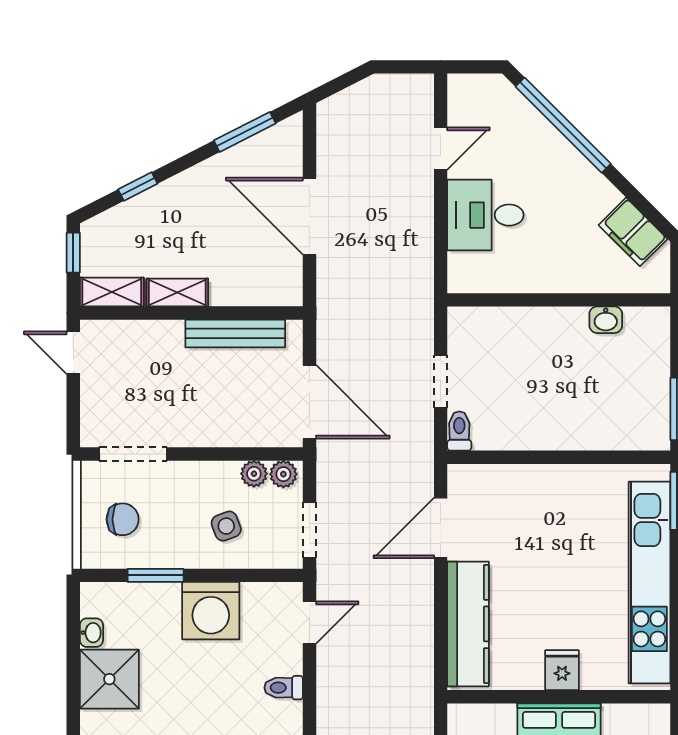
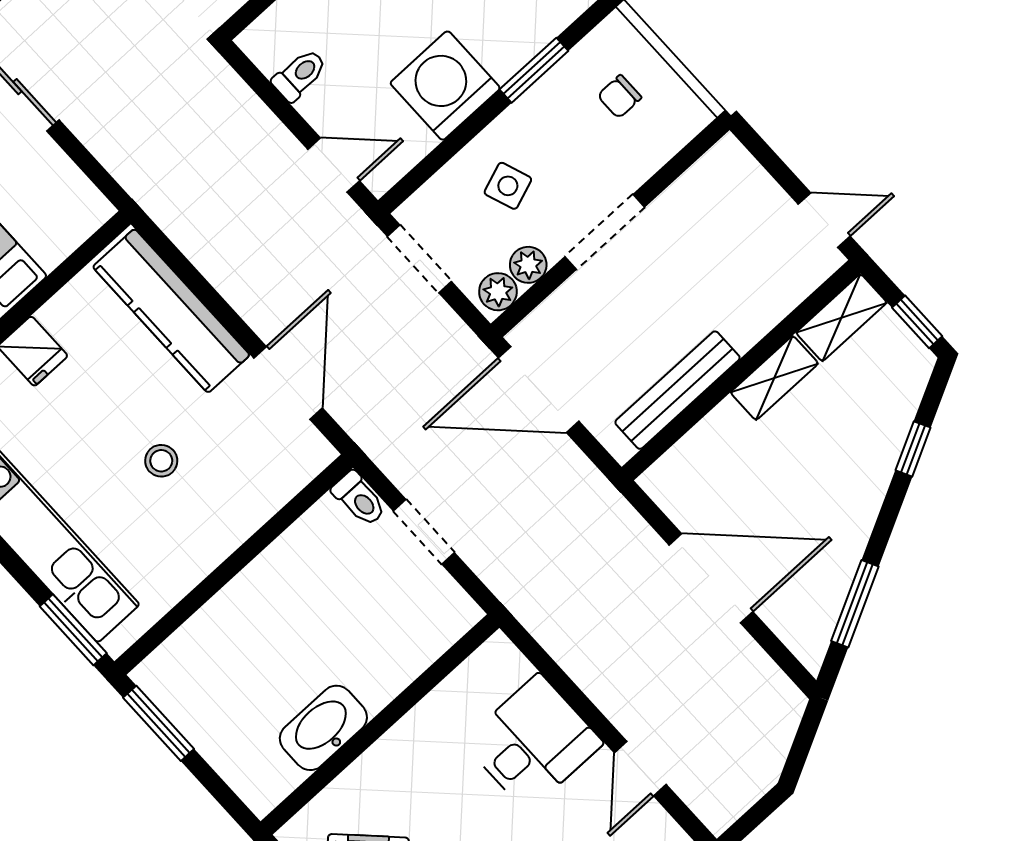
washbasin: (606, 320) -> (323, 728), width x1.91, depth x1.45
doorway: (133, 454) -> (605, 232), moved
chair: (123, 519) -> (619, 97), width x0.73, depth x0.73
stool: (547, 548) -> (161, 461), added
door: (309, 623) -> (334, 165), swing flipped

